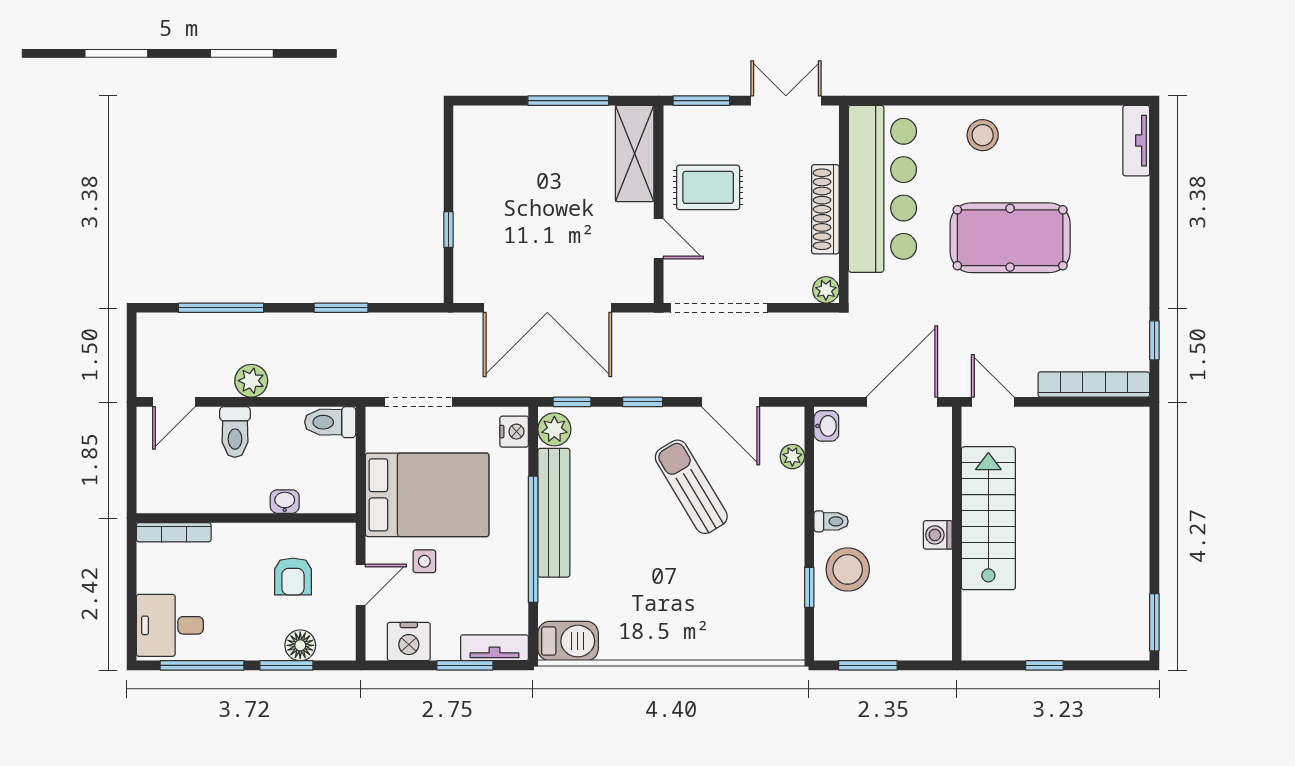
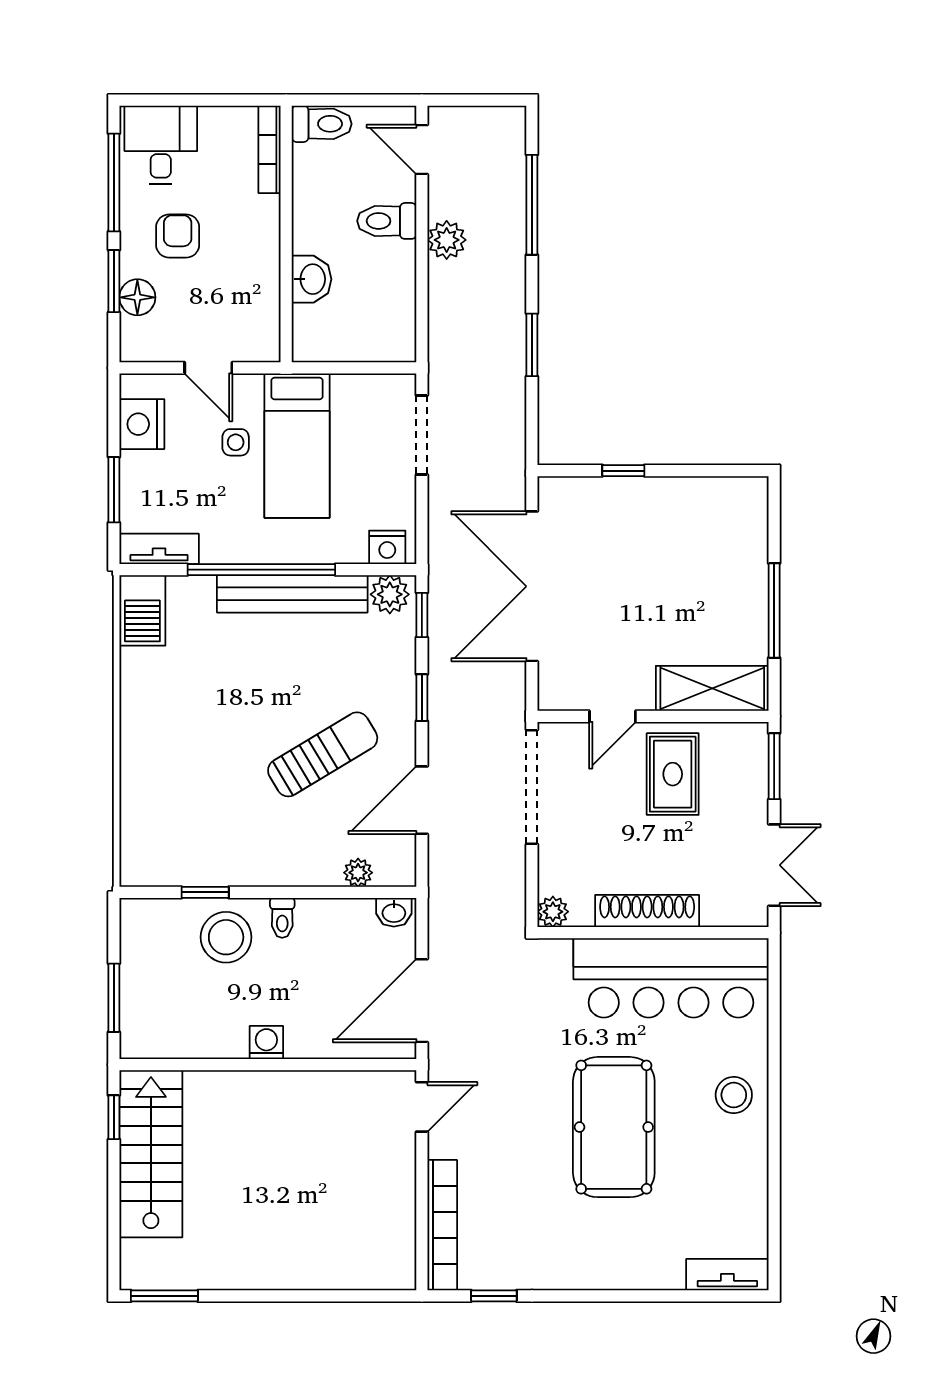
door: (902, 402) -> (422, 1001), swing flipped
toilet: (330, 422) -> (322, 124), moved, turned 90
bed: (427, 495) -> (297, 446), width x0.67
washbasin: (285, 502) -> (312, 279), width x1.38, depth x1.45
stairs: (988, 518) -> (151, 1154), moved, turned -90
armchair: (293, 576) -> (178, 236), moved, turned 90
tv unit: (494, 648) -> (159, 549), moved, turned -90
window: (868, 665) -> (114, 998), moved
window: (1044, 665) -> (114, 1117), moved

